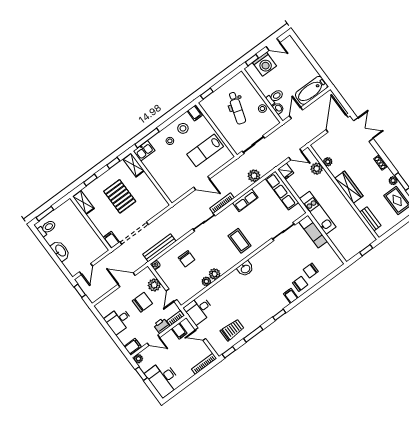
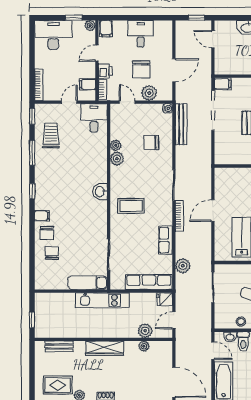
trolley: (232, 330) -> (51, 136), turned 180

